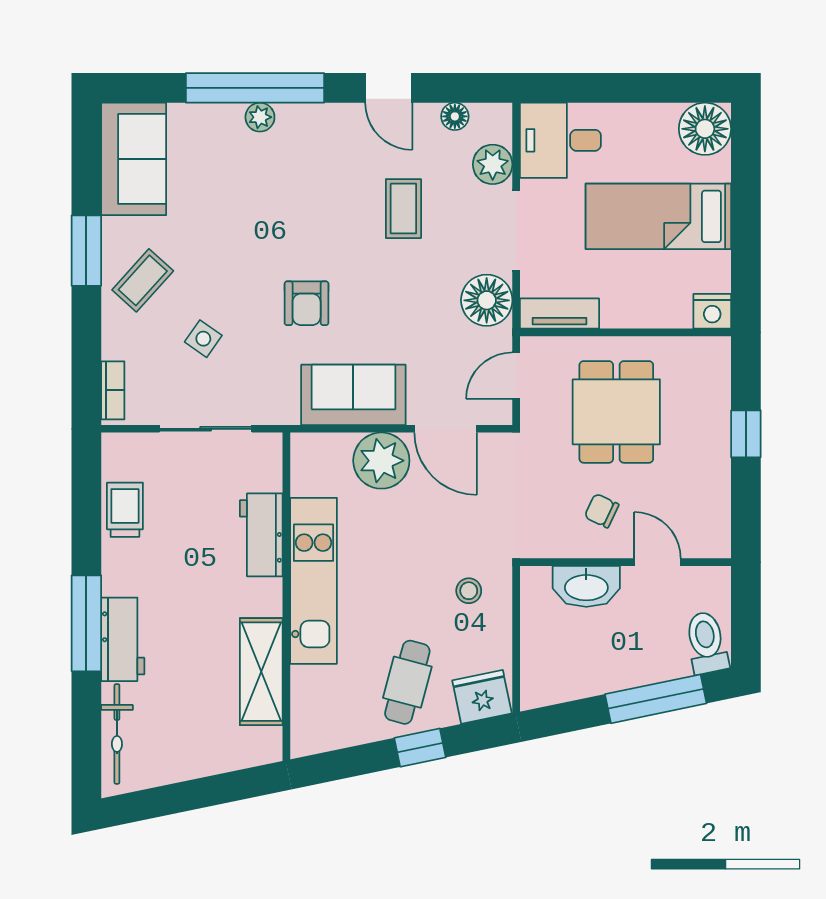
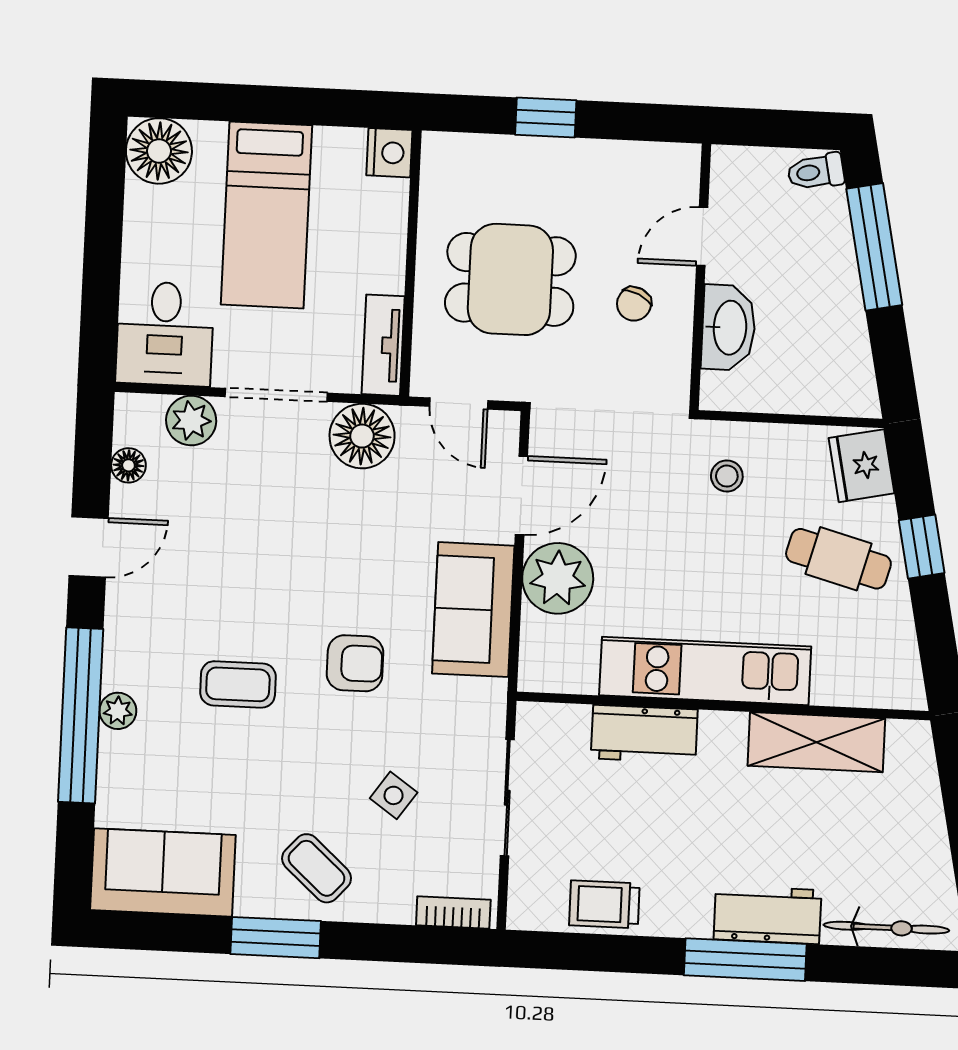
coffee table: (403, 209) -> (238, 684), moved
toilet: (707, 643) -> (816, 172), width x0.73, depth x0.72

